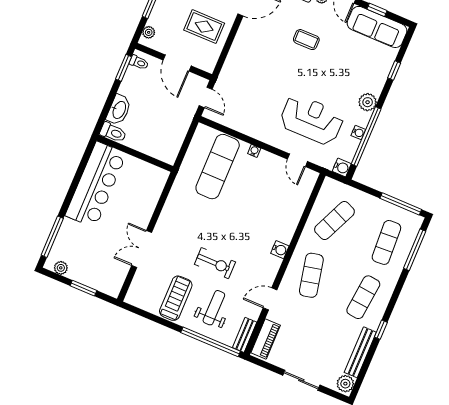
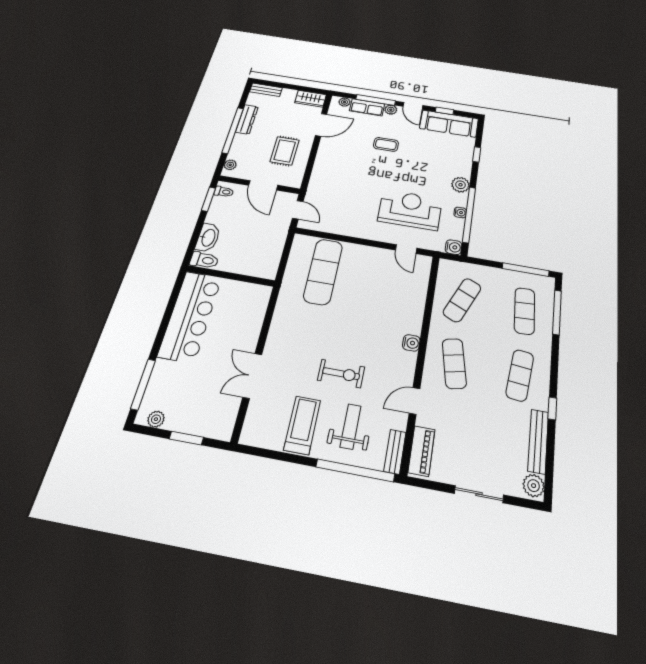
rug: (204, 27) -> (285, 151), turned 90
water cooler: (254, 151) -> (359, 249), removed

